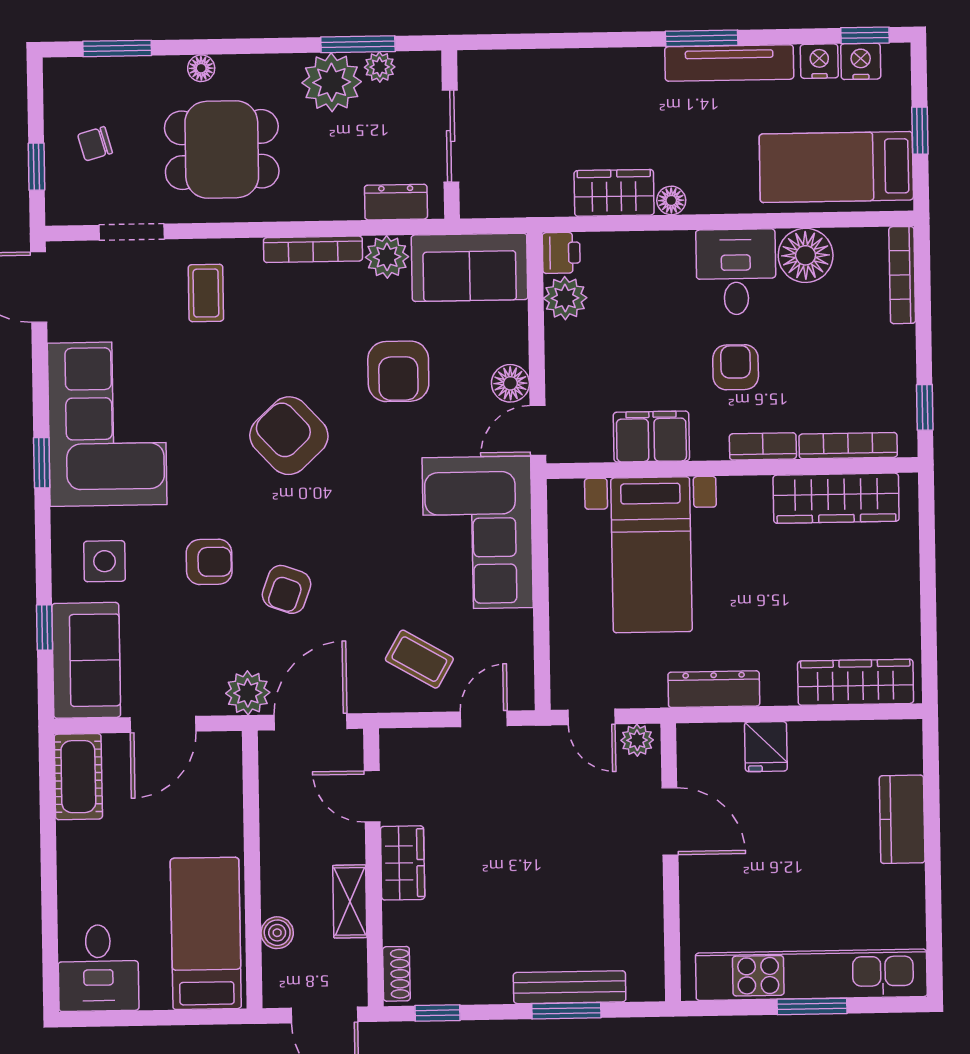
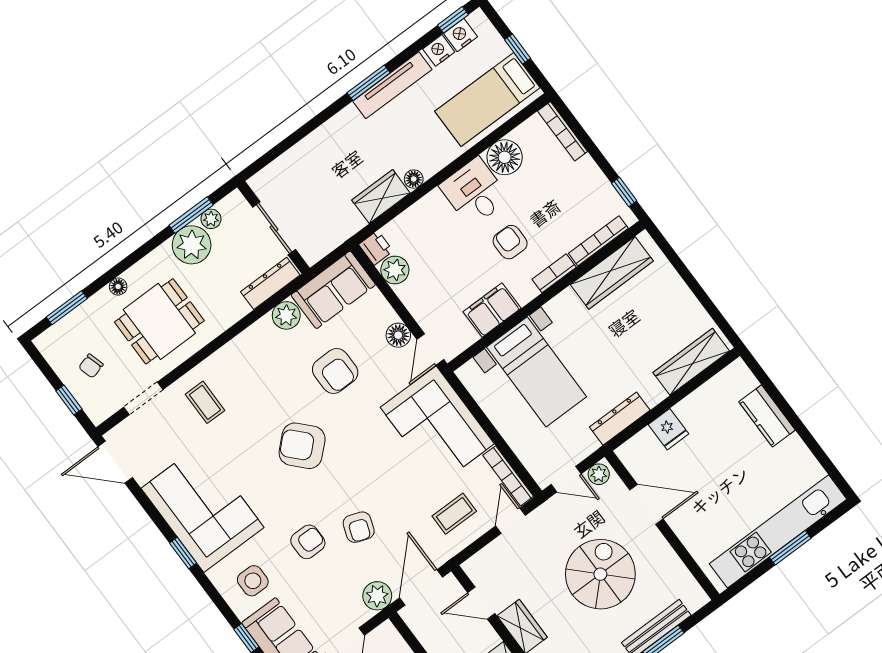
dresser: (396, 202) -> (270, 283), width x1.44
bookcase: (313, 249) -> (508, 476), moved, turned 90
coffee table: (419, 659) -> (454, 514), turned -30
spiral stairs: (549, 868) -> (600, 574), added

